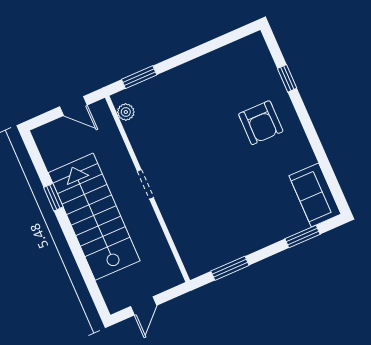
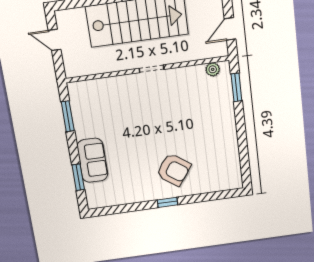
window: (287, 78) -> (167, 202), moved
armchair: (261, 123) -> (174, 170), turned -144
sofa: (315, 195) -> (92, 160), moved, turned 90

